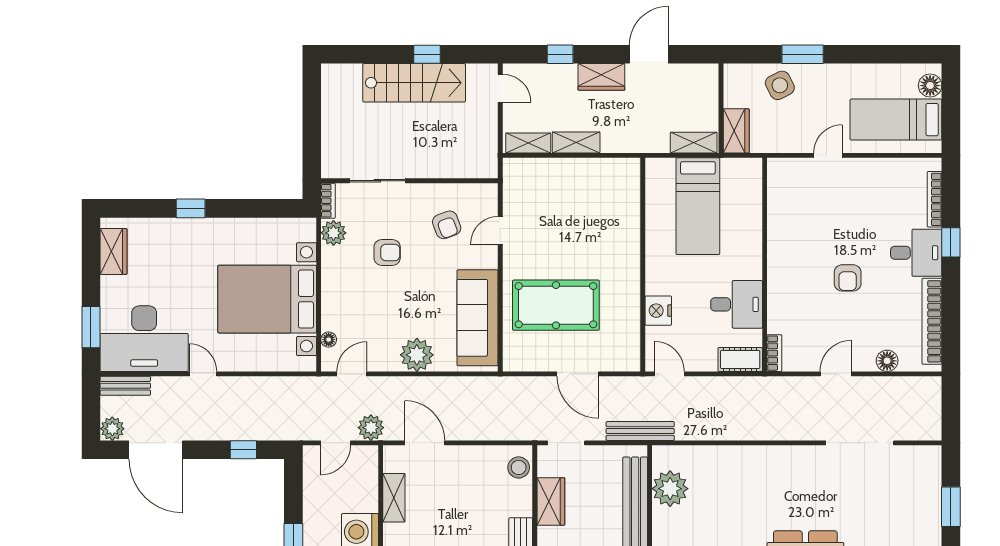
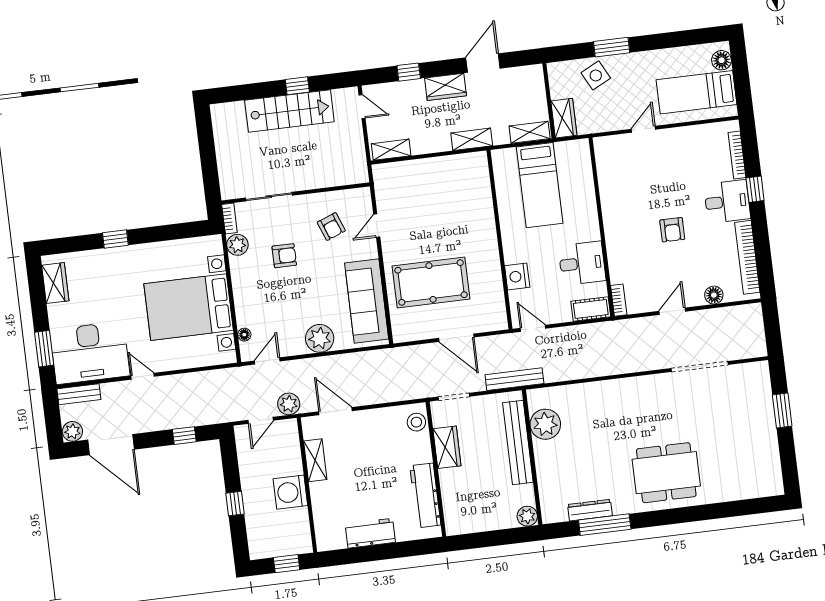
shelving: (576, 142) -> (472, 139), moved

